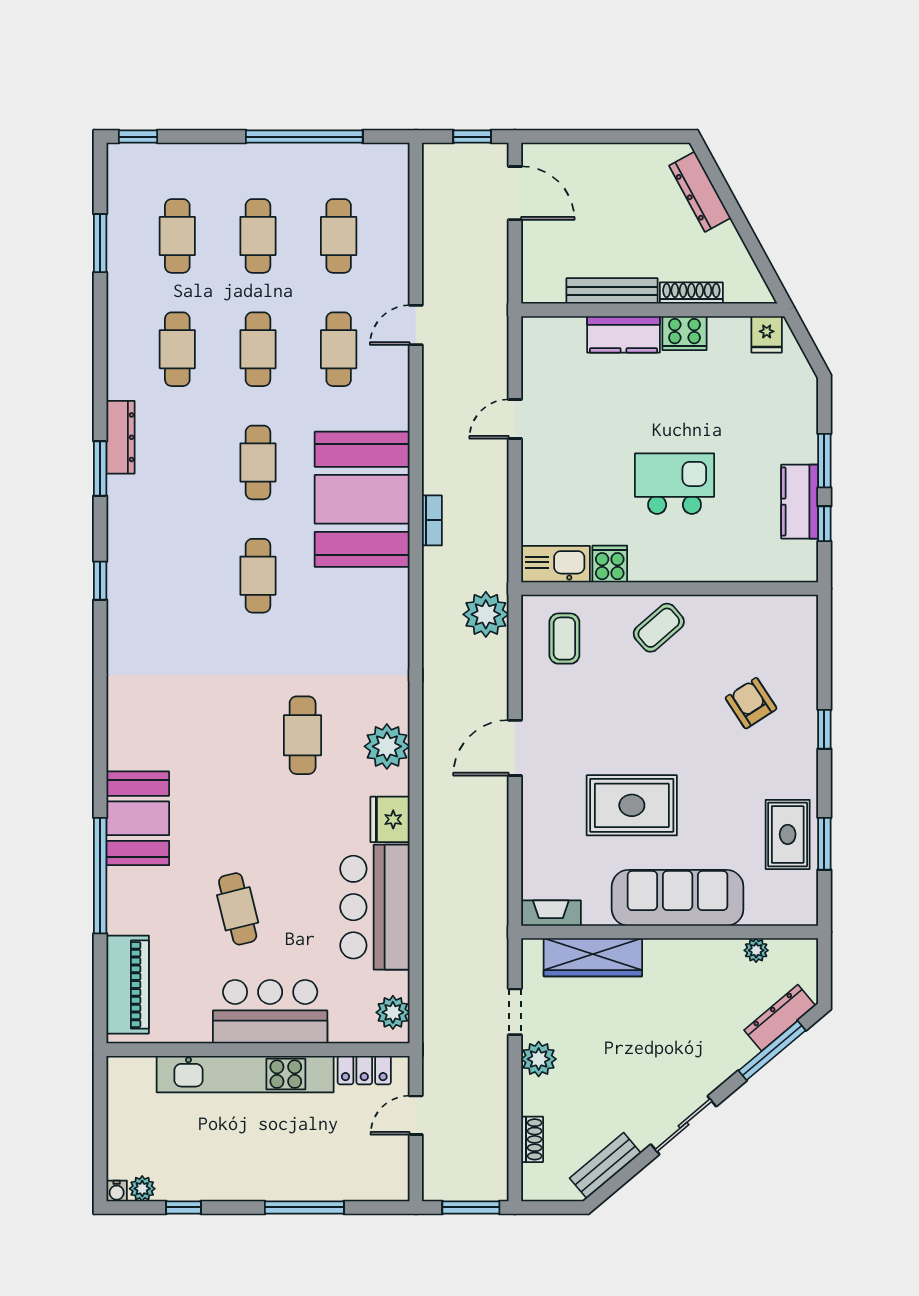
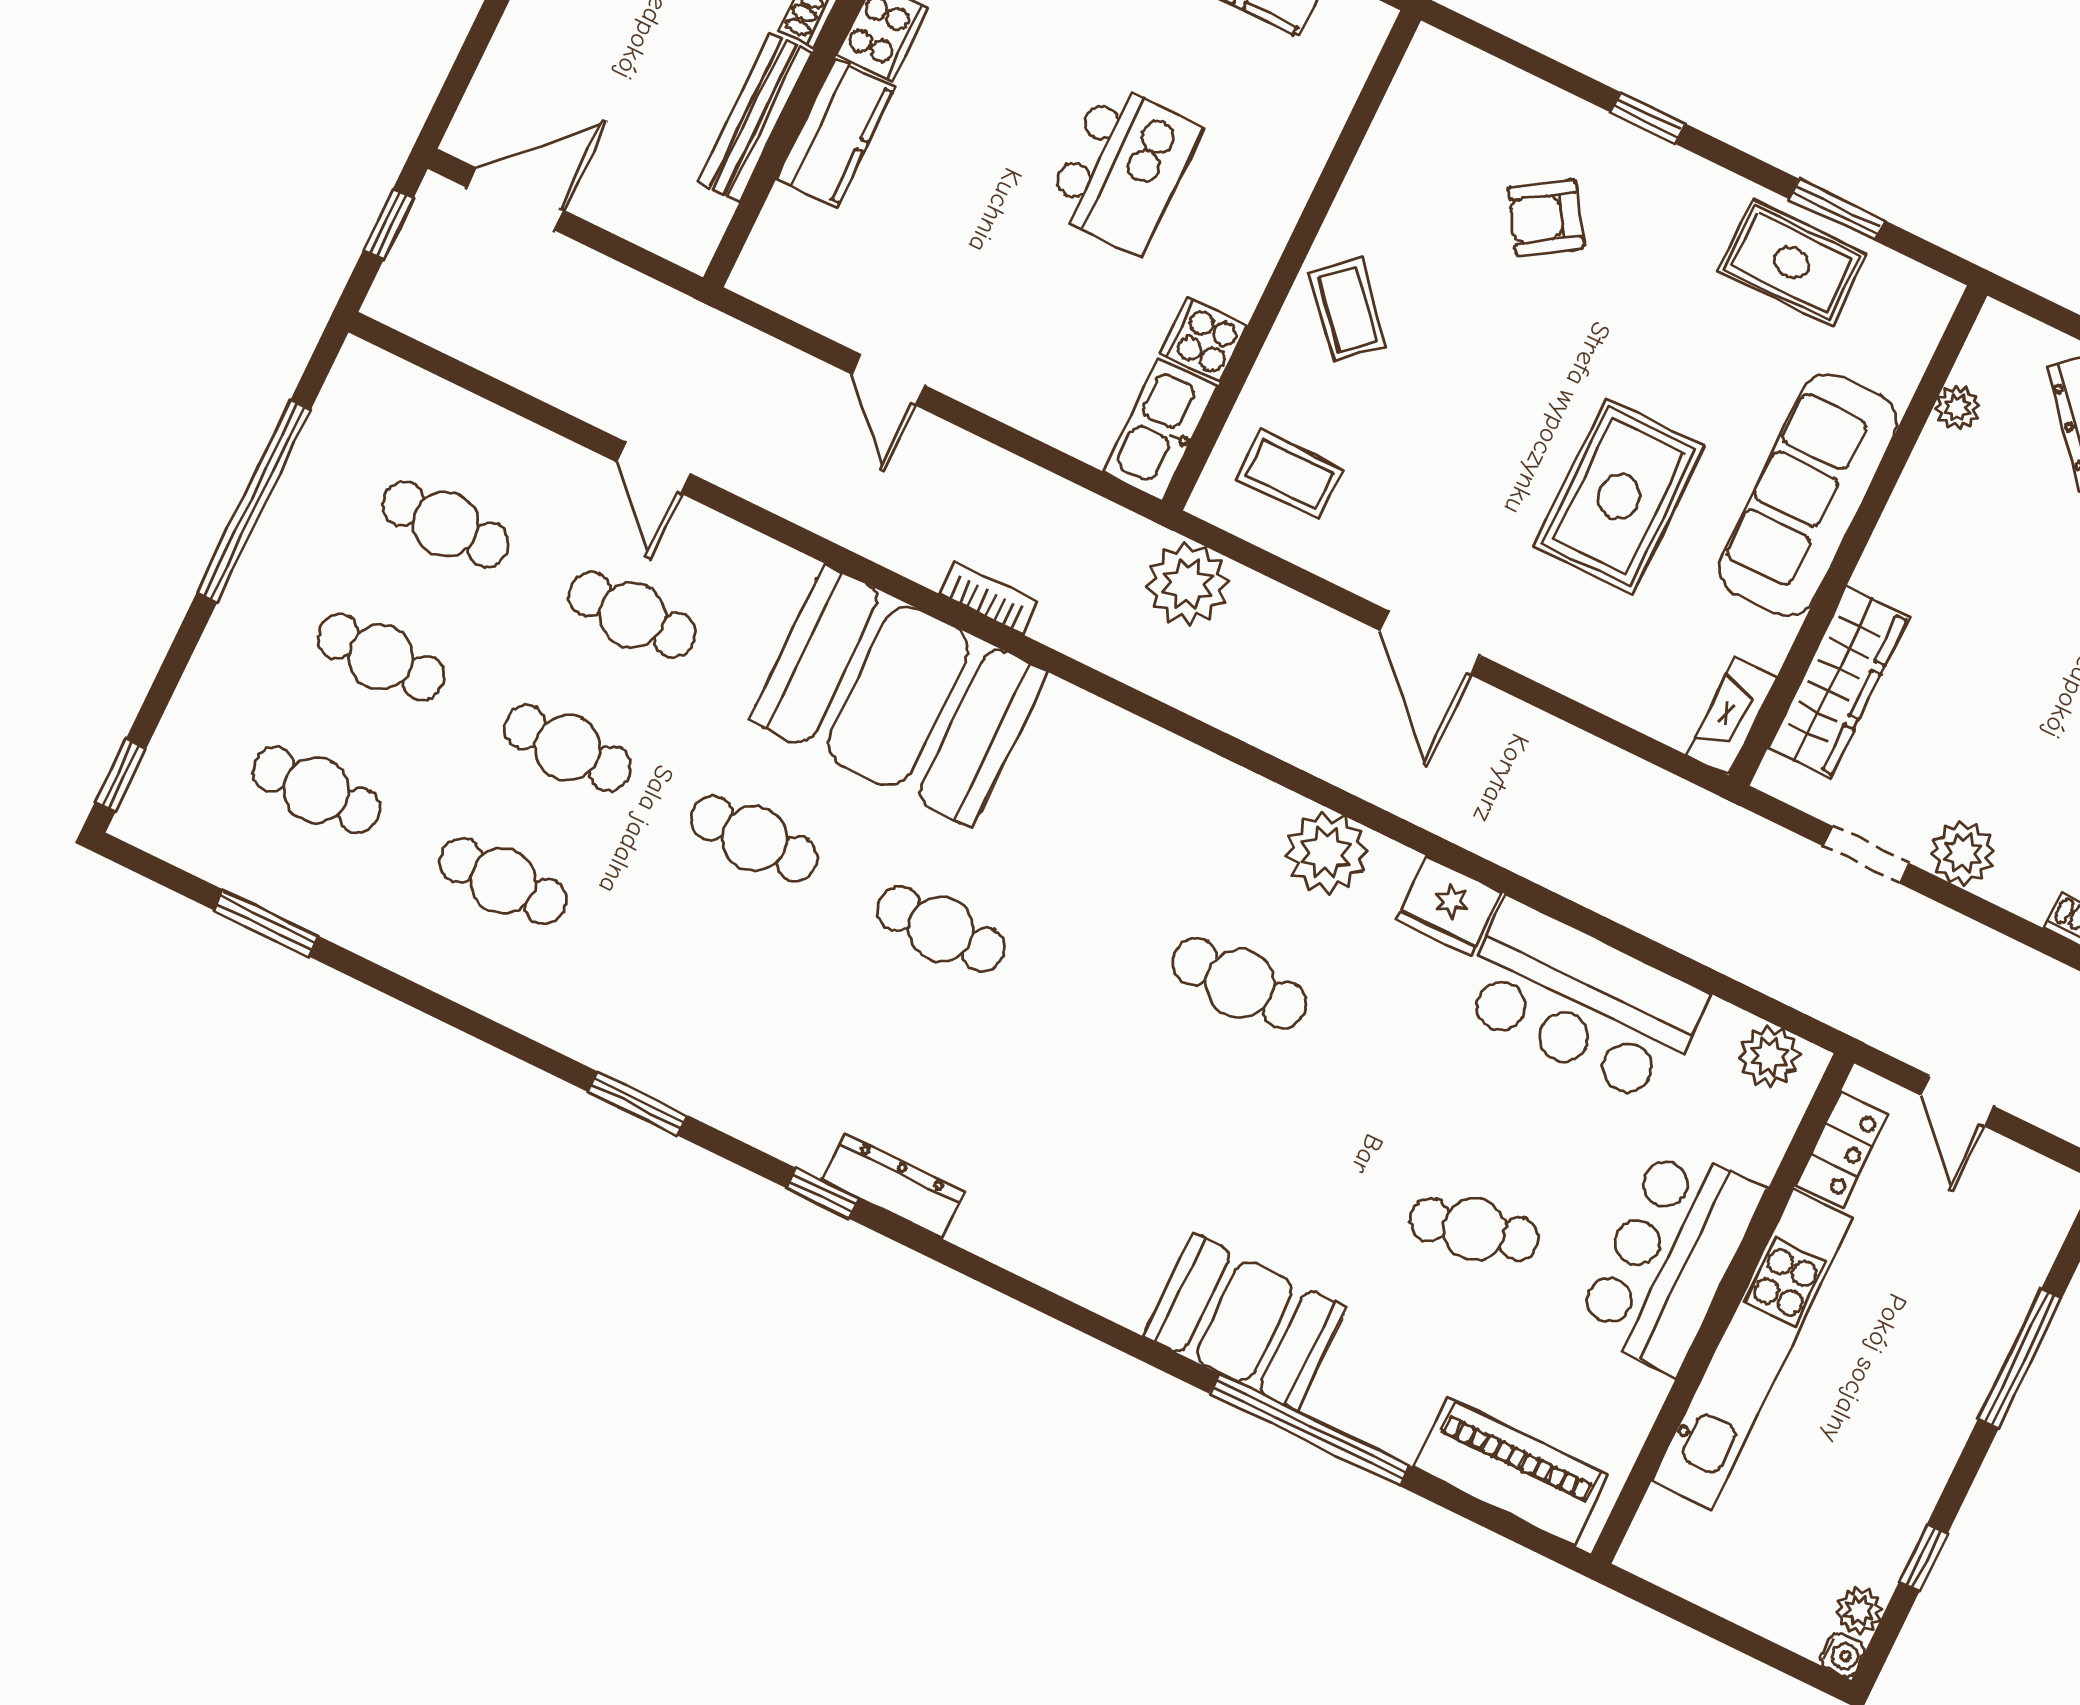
dresser: (120, 437) -> (893, 1186), moved
kitchen island: (675, 484) -> (1123, 168), turned 180

